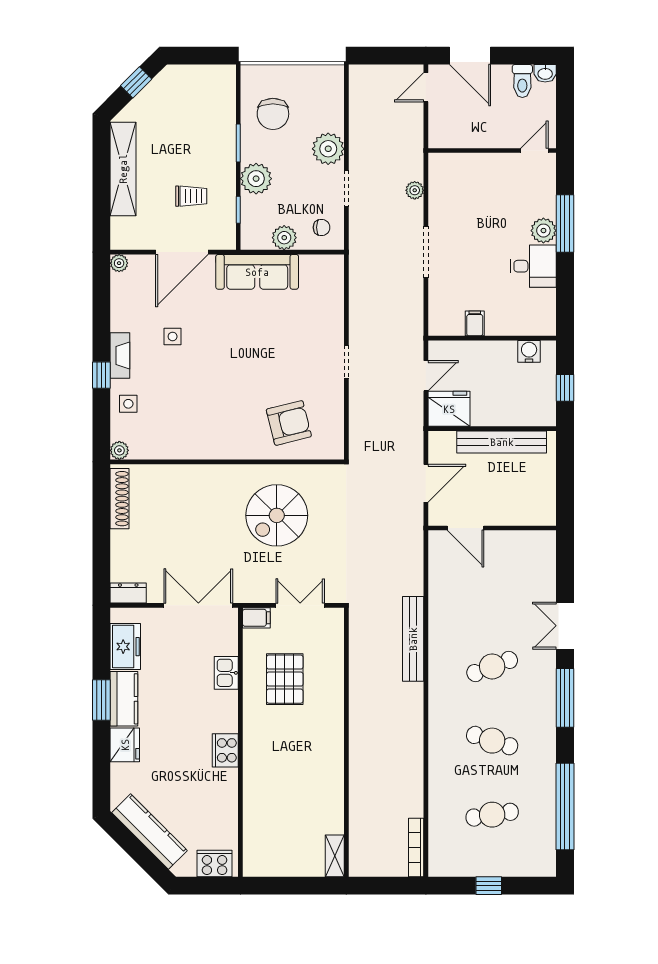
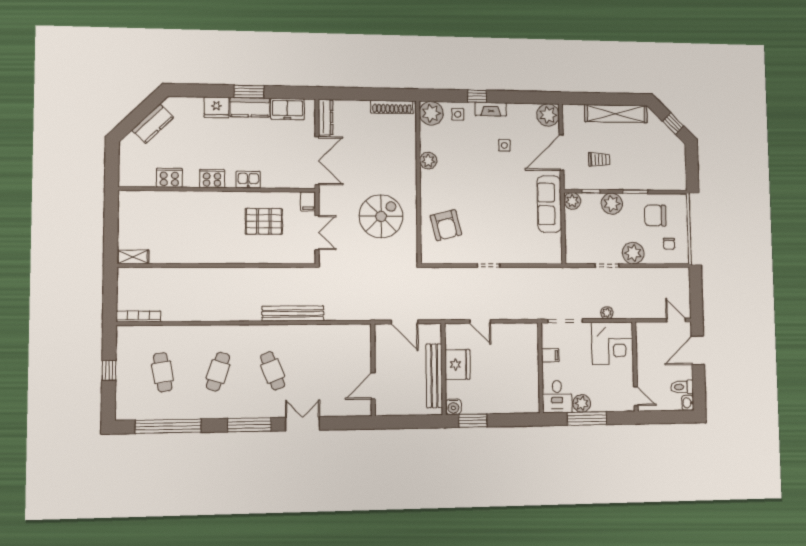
corner desk: (458, 183) -> (612, 343), added
trolley: (191, 196) -> (599, 159), turned -90
chair: (322, 227) -> (669, 244), moved
plant: (284, 238) -> (572, 201), moved
door: (182, 252) -> (562, 153), hinge flipped
plant: (119, 263) -> (548, 115), width x1.88, depth x1.88
filing cabinet: (475, 323) -> (550, 355), moved
wall: (492, 338) -> (540, 368), moved
water cooler: (529, 351) -> (453, 407), moved, turned 90
window: (565, 388) -> (473, 421), width x1.50
fridge: (449, 409) -> (458, 364), moved
plant: (196, 447) -> (428, 161), added
plant: (119, 450) -> (431, 113), width x1.87, depth x1.87
spiral stairs: (277, 515) -> (381, 216), turned 90
door: (466, 528) -> (373, 386), moved
dresser: (128, 593) -> (326, 117), width x1.44
kitchen sink: (226, 673) -> (248, 180), moved
kitchen counter: (149, 832) -> (153, 124), width x0.67
cooker: (215, 863) -> (169, 178), moved, turned -90

